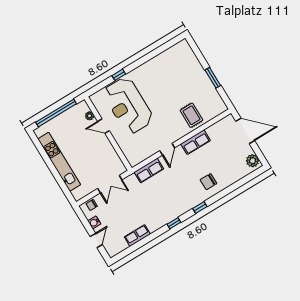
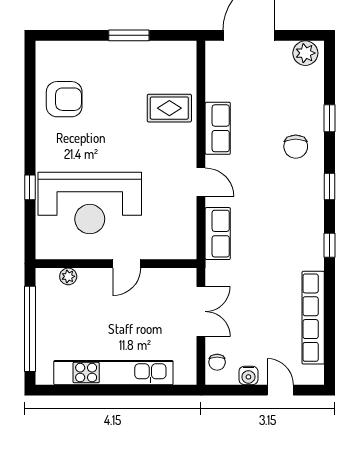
armchair: (167, 66) -> (64, 99), added
door: (104, 126) -> (127, 264), moved
window: (230, 189) -> (330, 118), added
row of seats: (137, 236) -> (313, 318), width x2.02

